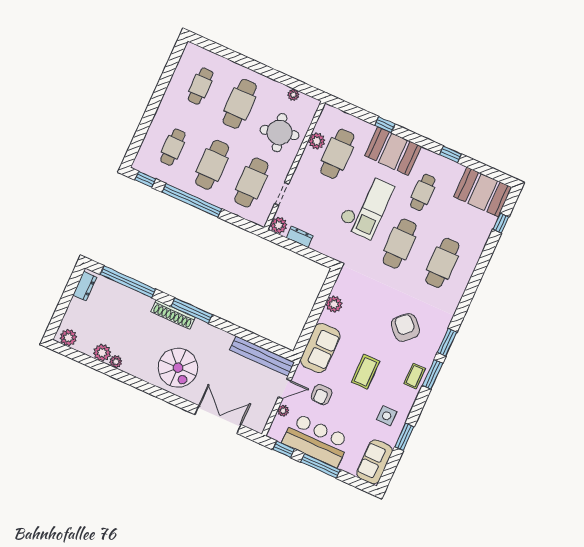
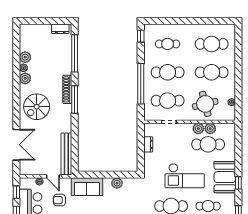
cafe table: (200, 86) -> (212, 44), width x1.37, depth x1.35
window: (385, 125) -> (238, 183), moved
window: (192, 200) -> (141, 84), moved
plant: (279, 225) -> (198, 129), moved
plant: (68, 338) -> (25, 78), moved

